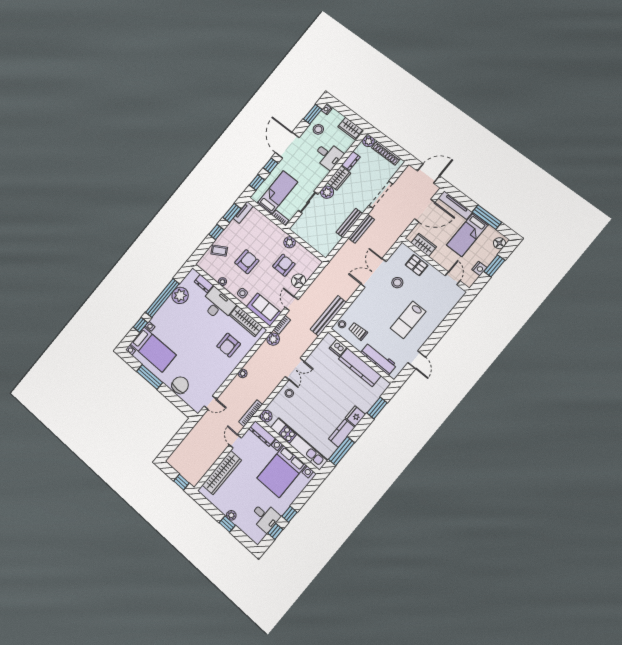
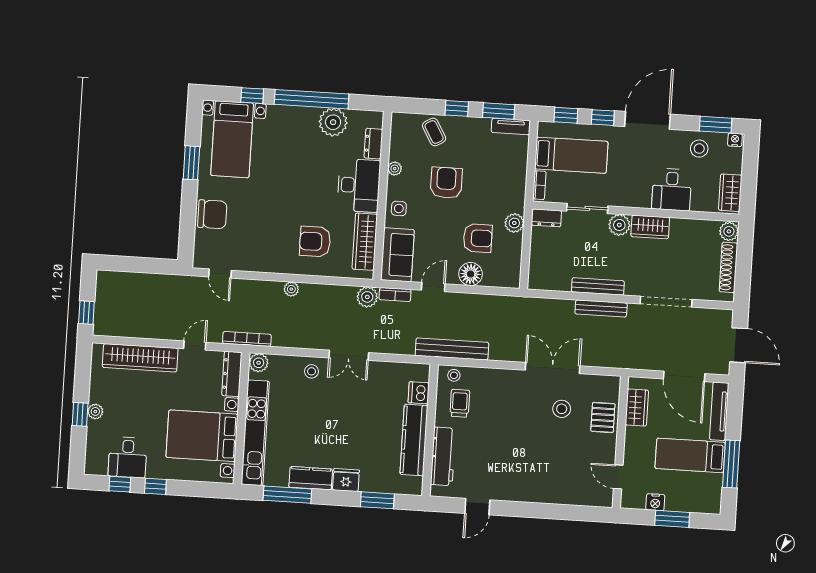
dresser: (351, 161) -> (546, 218), moved
floor lamp: (499, 243) -> (707, 505), removed
armchair: (247, 262) -> (446, 183), turned -92
door: (453, 278) -> (618, 477), swing flipped
lab bench: (408, 320) -> (522, 458), removed
window: (150, 377) -> (191, 163), width x0.69

